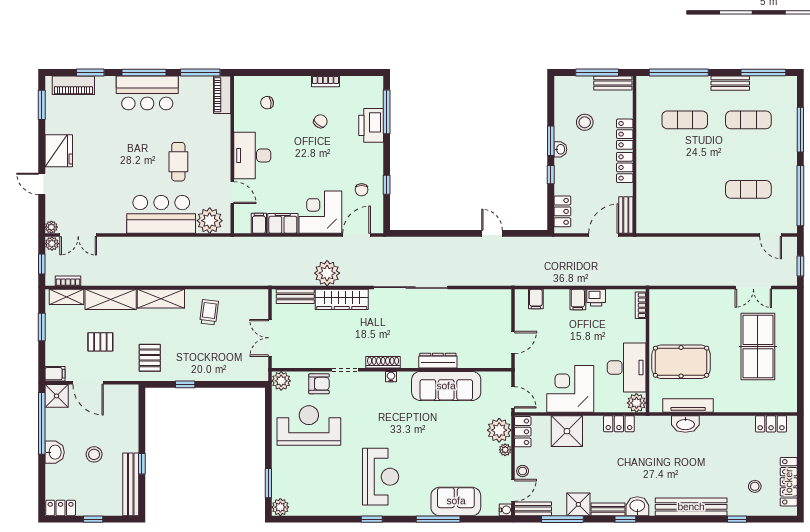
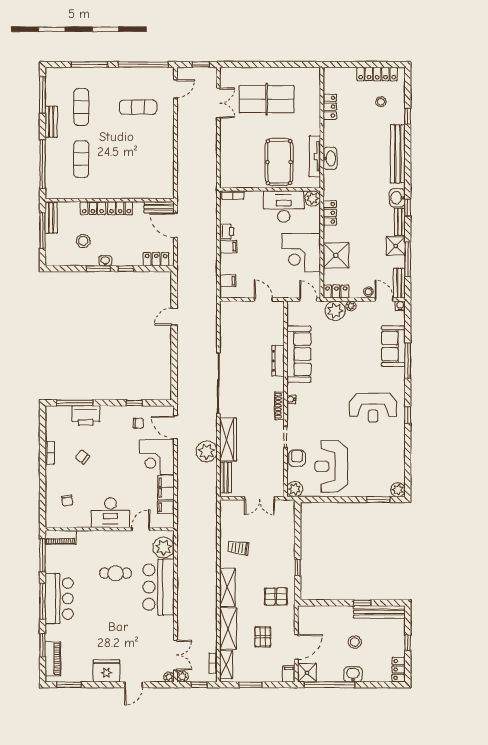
exercise mat: (748, 189) -> (138, 107), turned 90
door: (513, 397) -> (308, 299), hinge flipped
locker: (771, 424) -> (330, 107), moved
reception desk: (381, 477) -> (373, 408), turned 180

